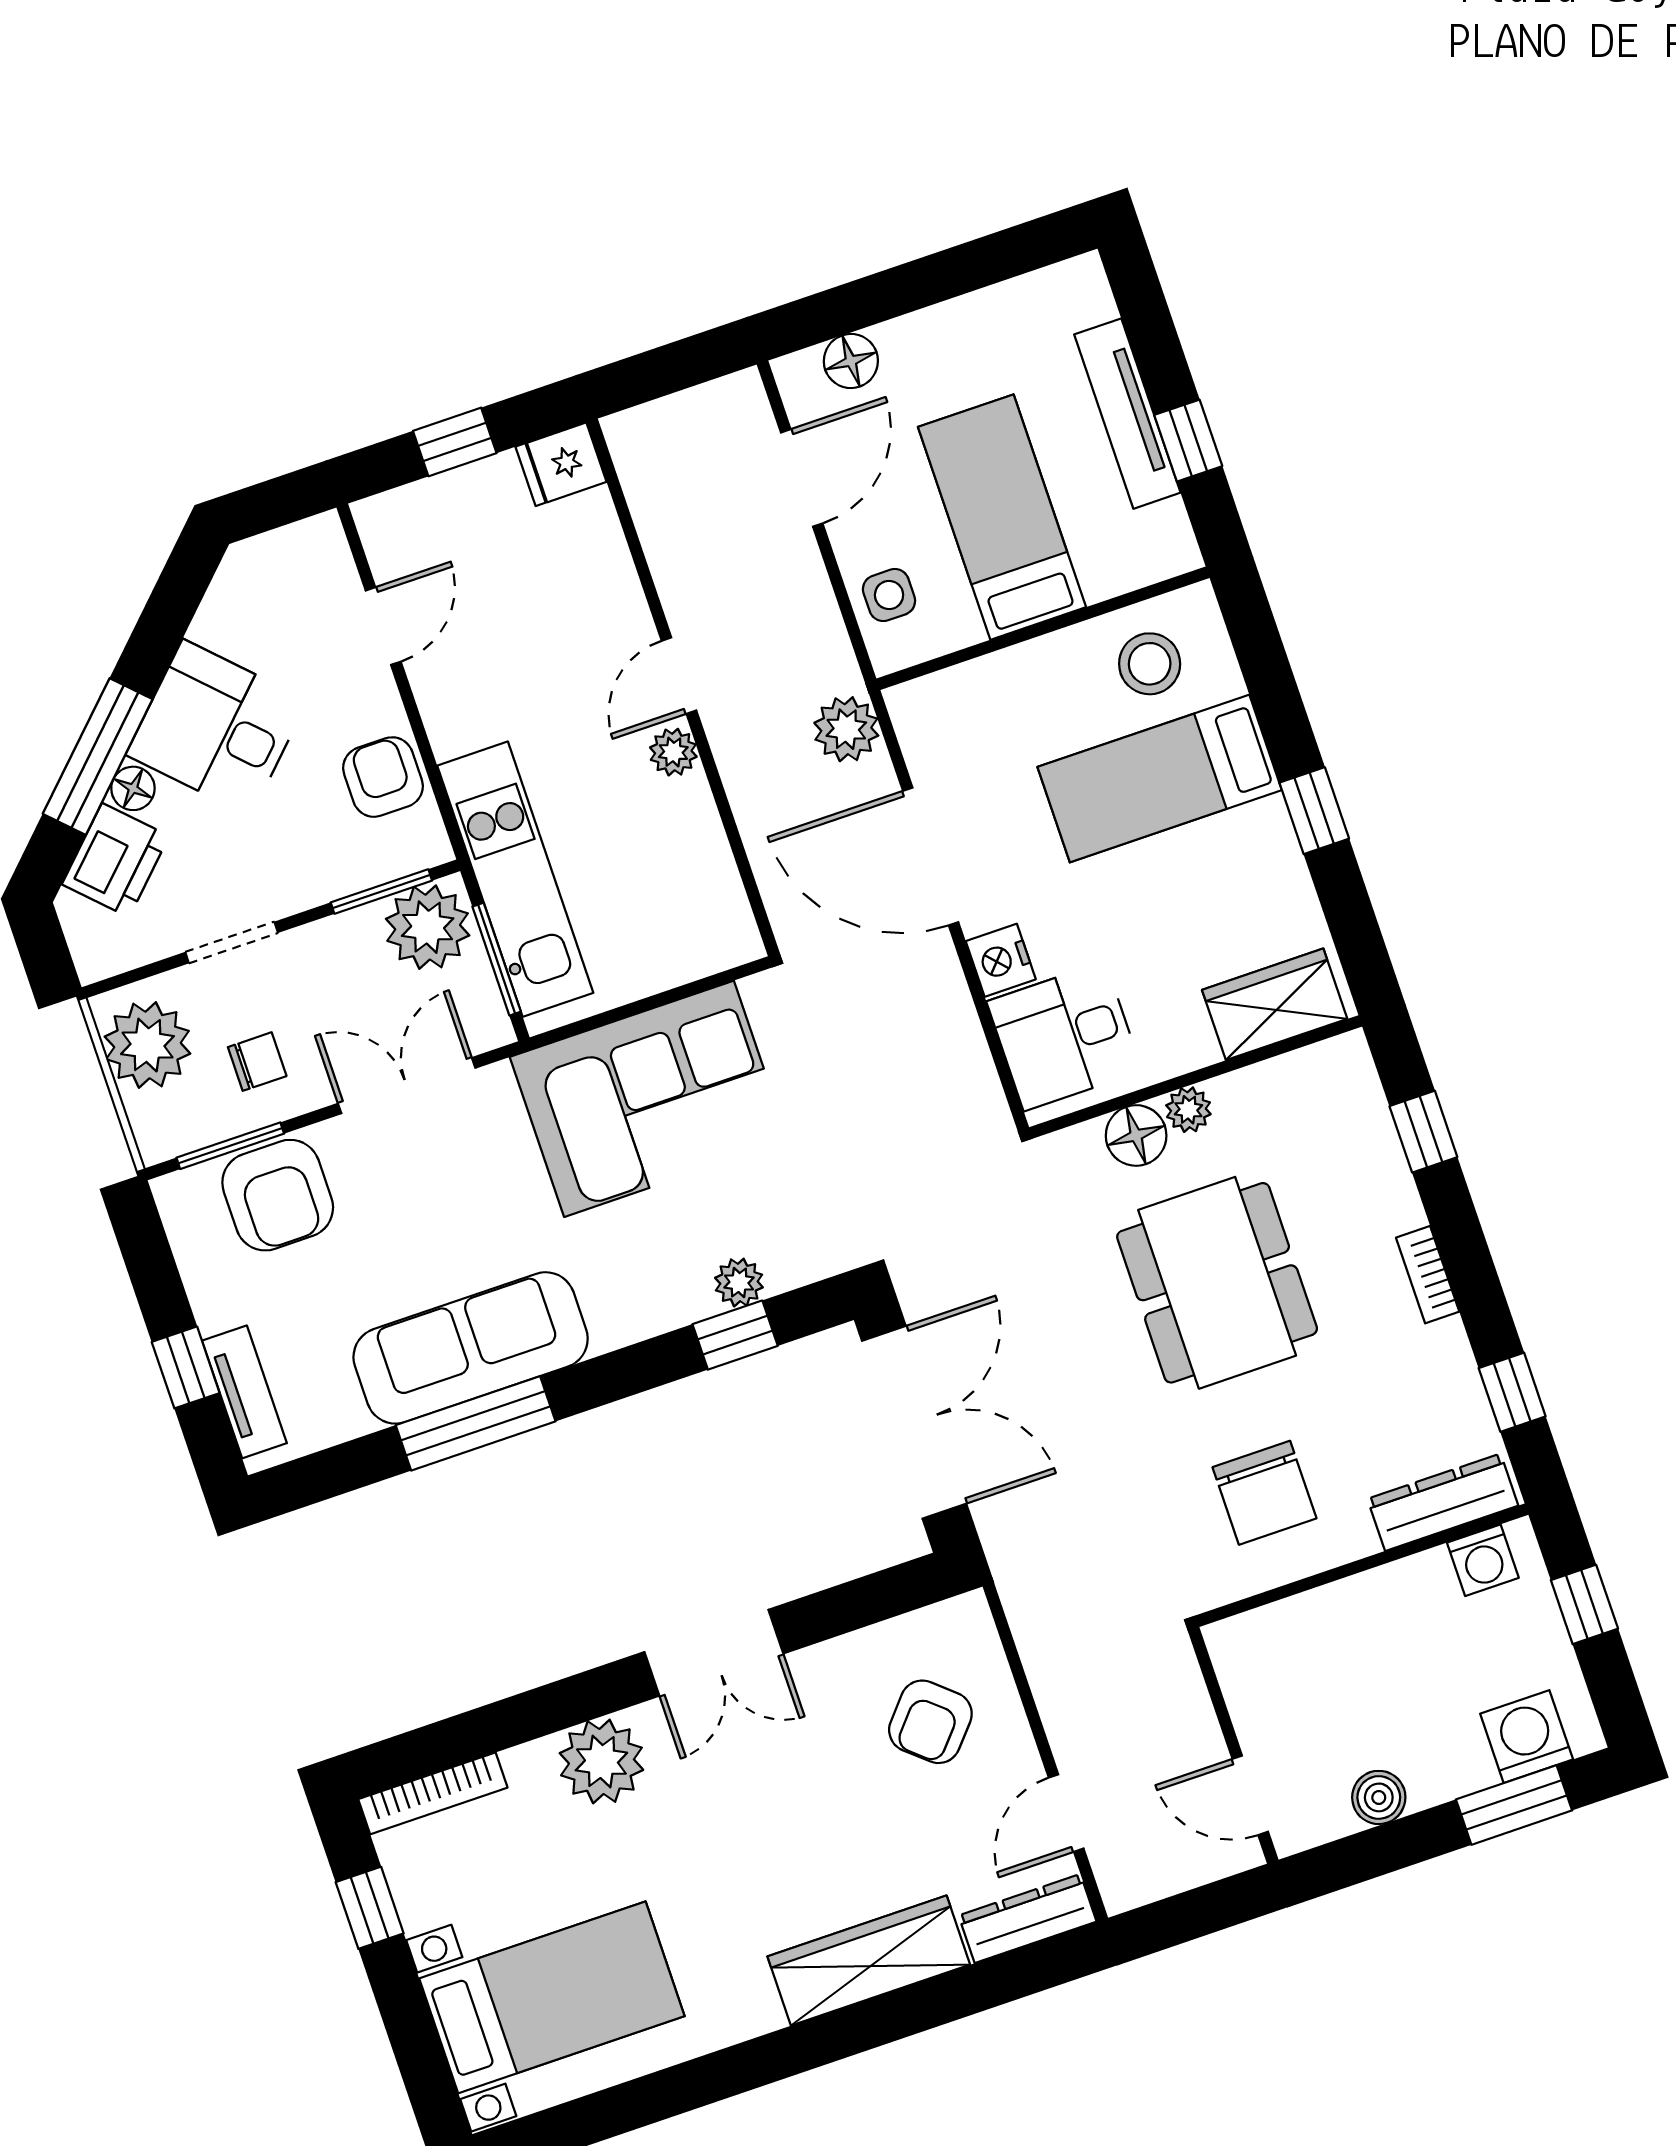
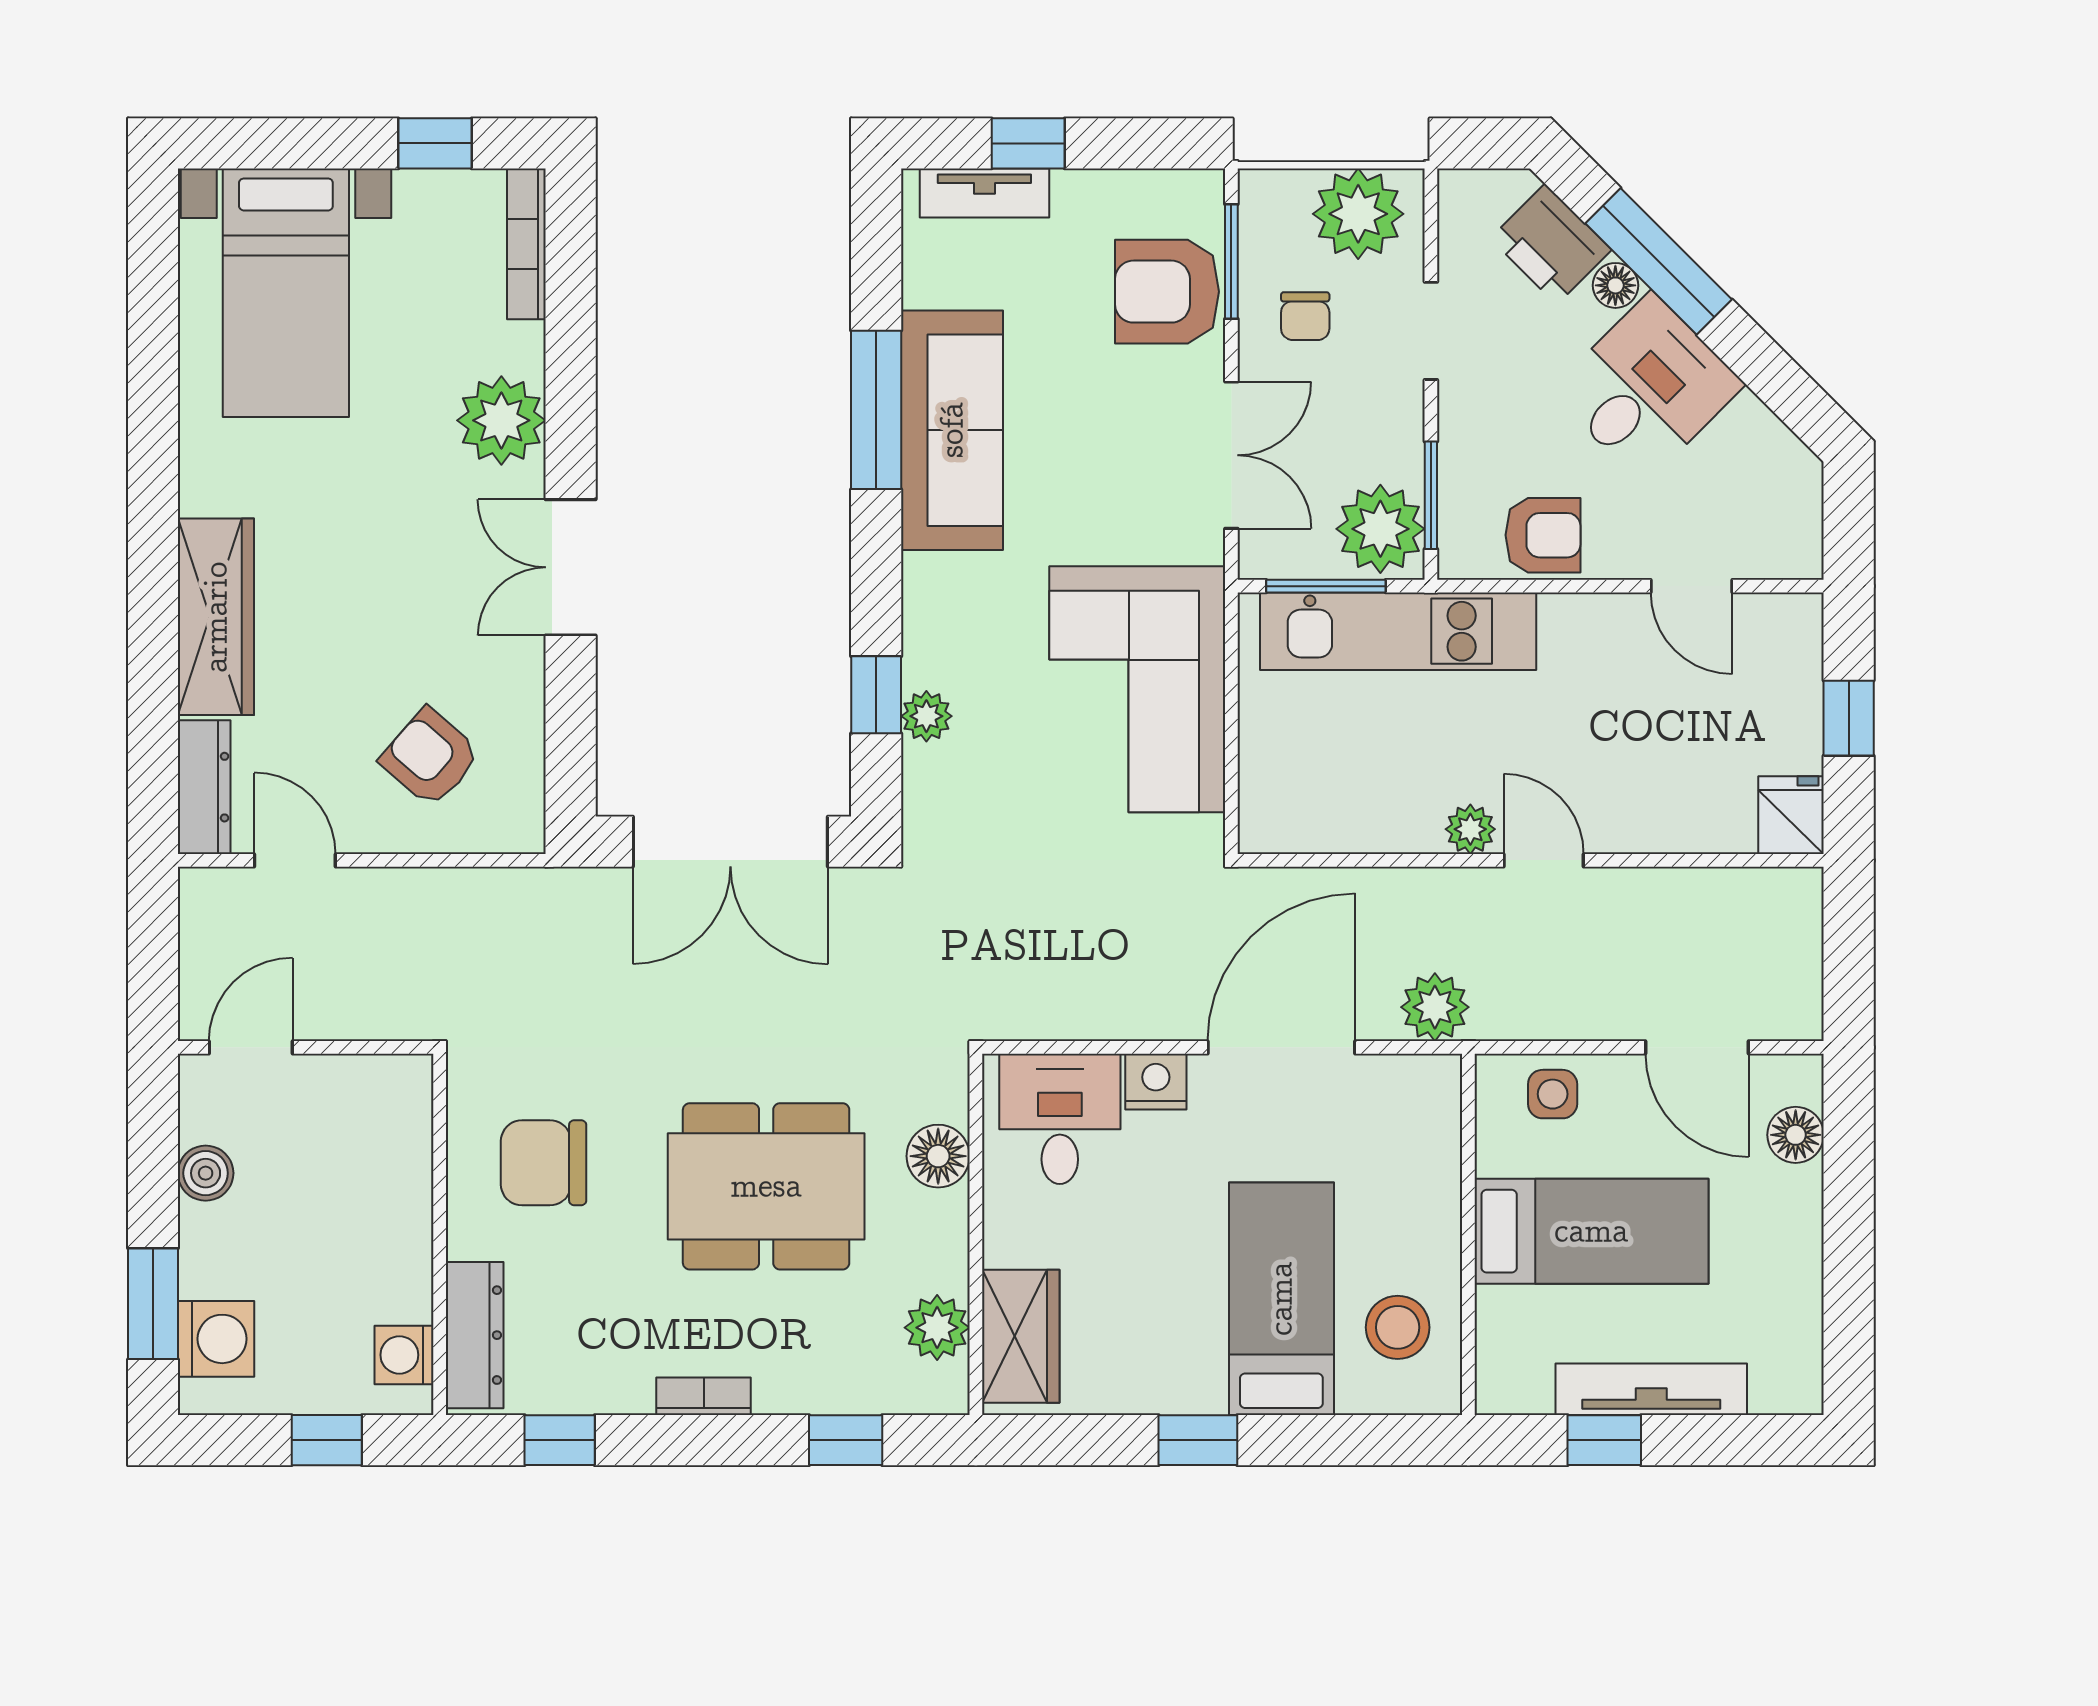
plant: (1188, 1110) -> (937, 1328), moved, width x1.38, depth x1.38

